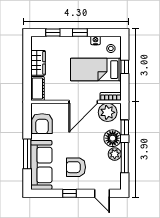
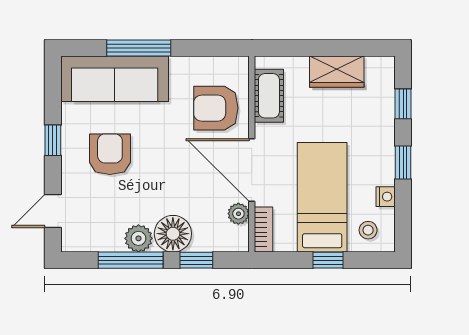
cot: (37, 89) -> (269, 96), moved, turned 90
plant: (108, 112) -> (238, 214), width x0.53, depth x0.53
armchair: (42, 124) -> (216, 108), moved

